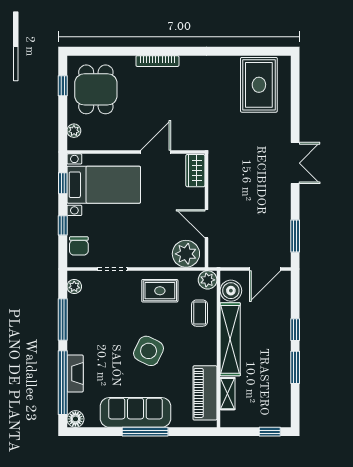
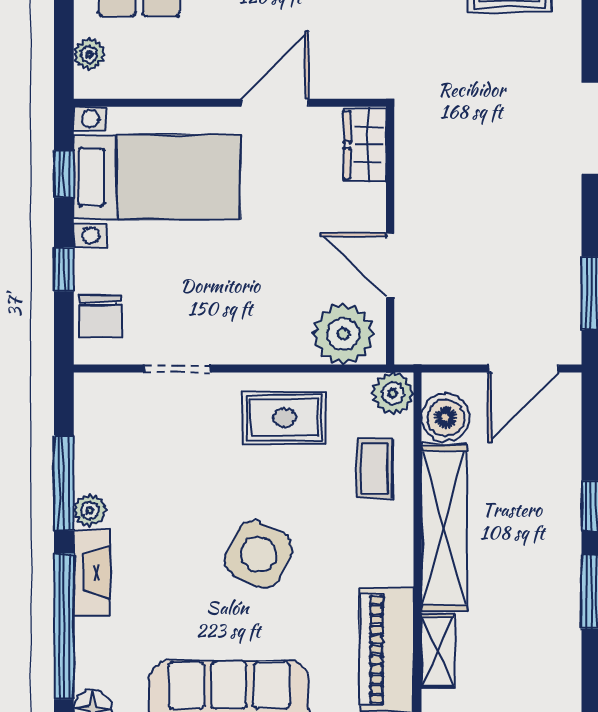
plant: (74, 287) -> (90, 510), moved
fireplace: (75, 374) -> (92, 572), moved

